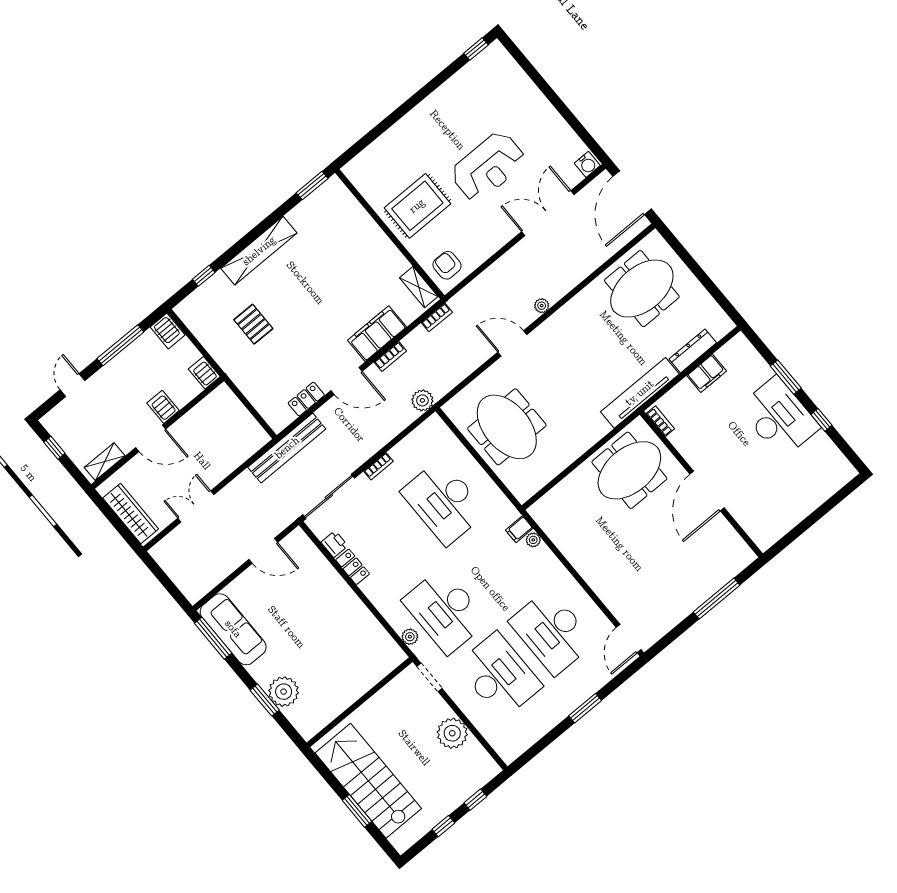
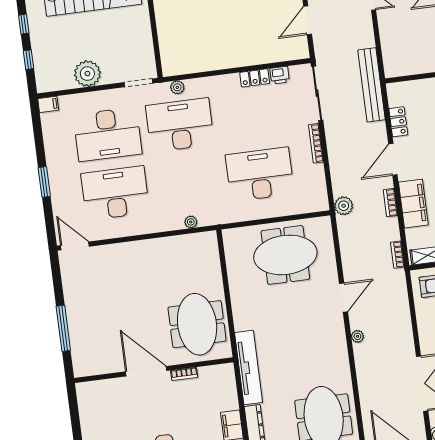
bookcase: (660, 421) -> (184, 374), moved
bookcase: (378, 466) -> (316, 143), width x1.56
filing cabinet: (519, 529) -> (48, 104), moved, turned 90

